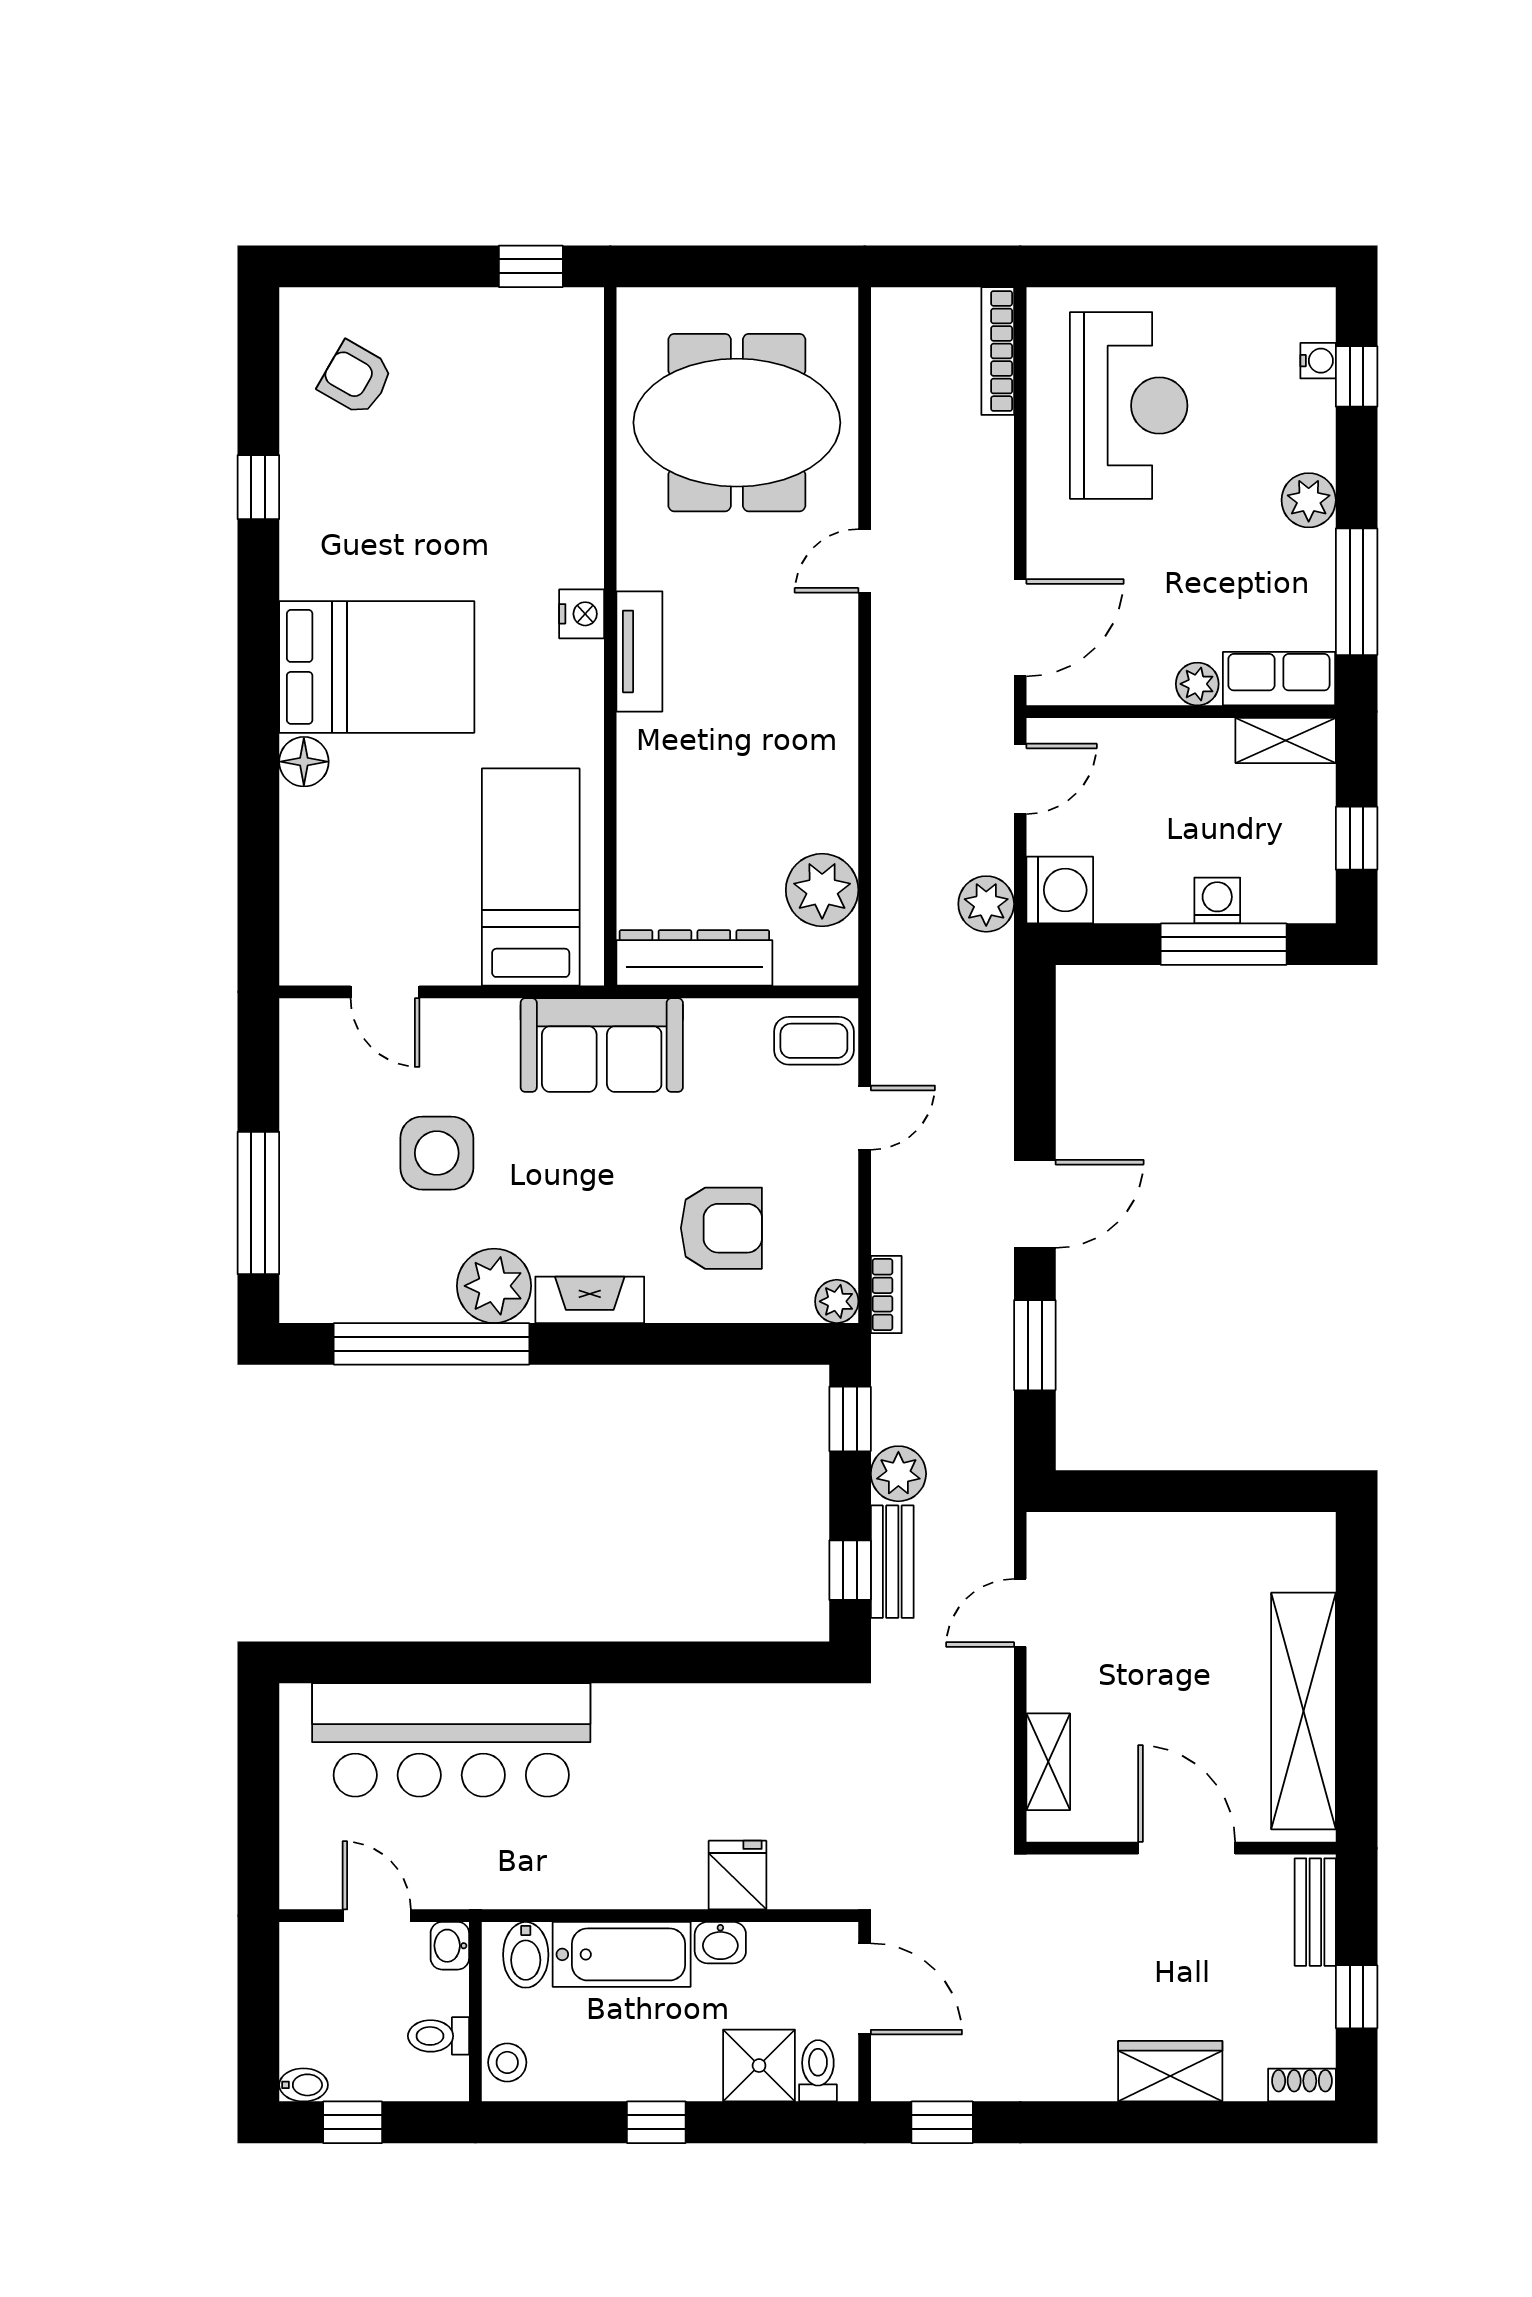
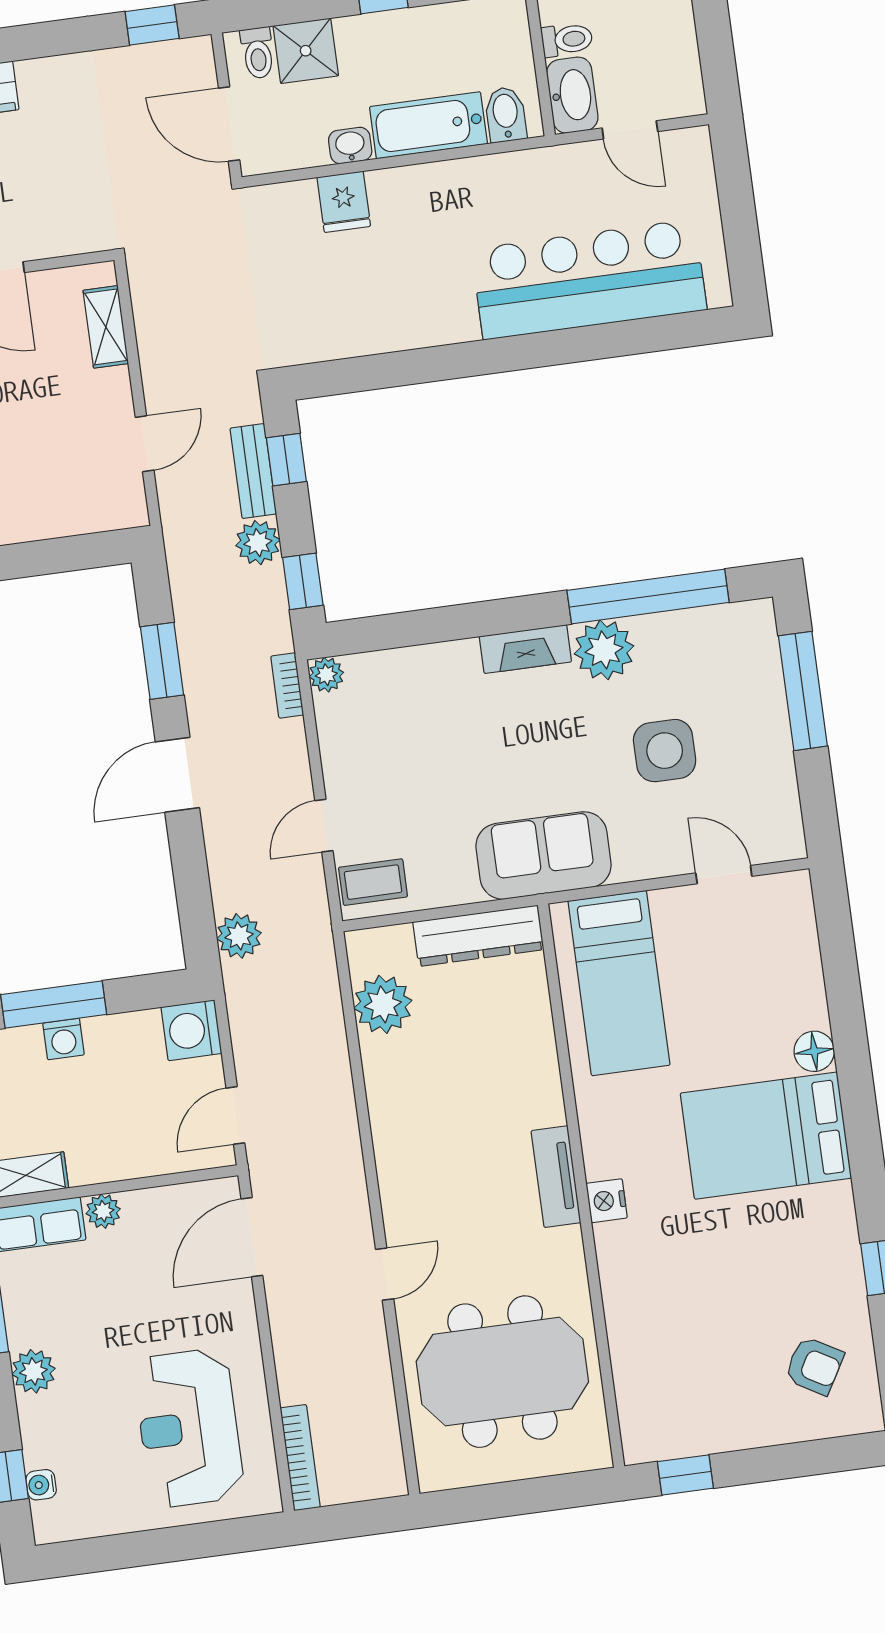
plant: (986, 904) -> (239, 936), moved
armchair: (721, 1228) -> (427, 721), removed
washbasin: (450, 1946) -> (572, 95), width x1.91, depth x1.45
stool: (507, 2062) -> (509, 26), removed

